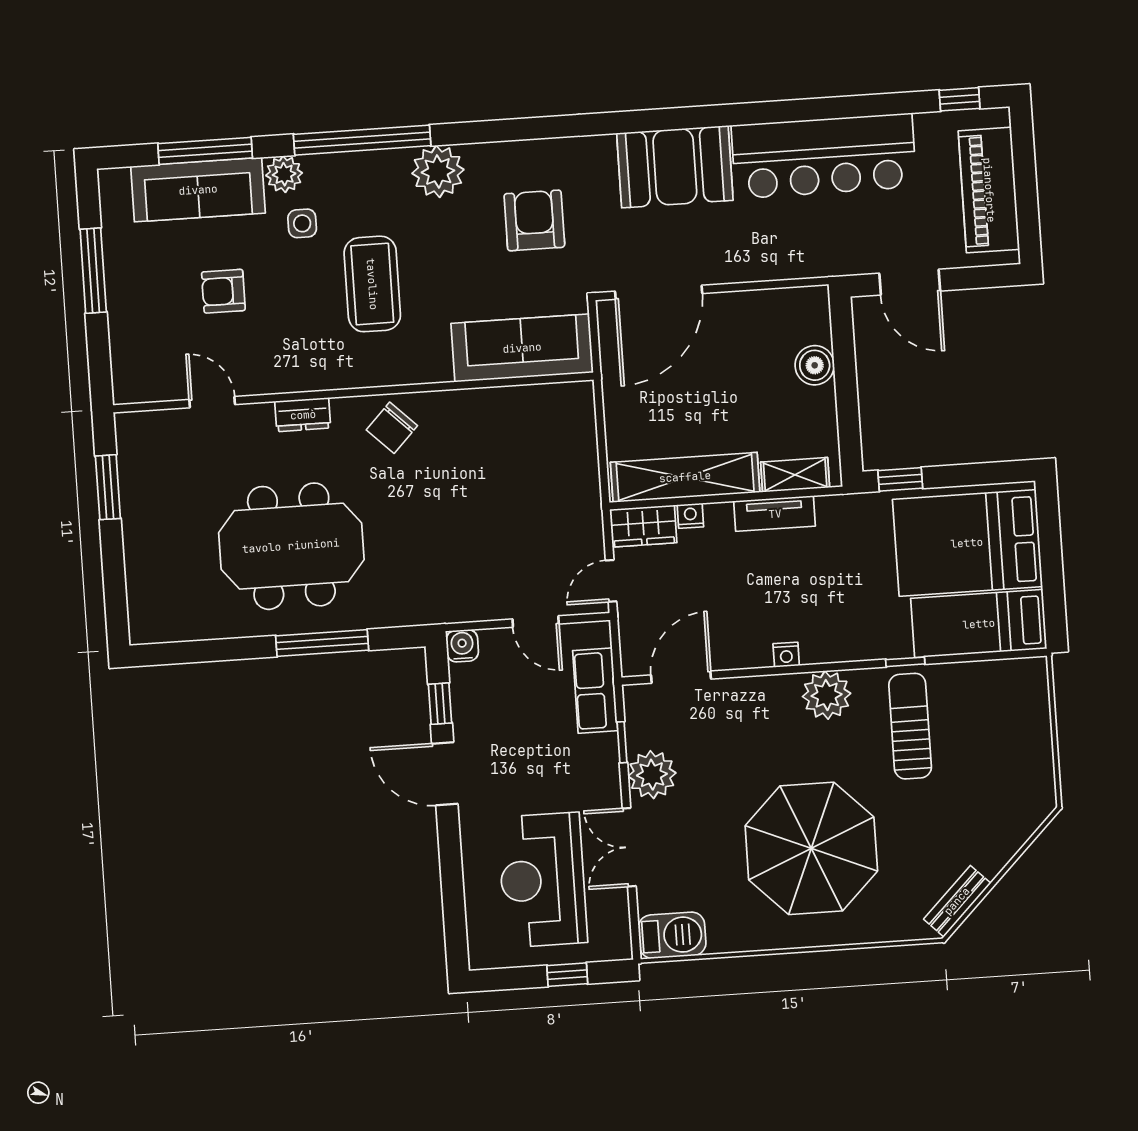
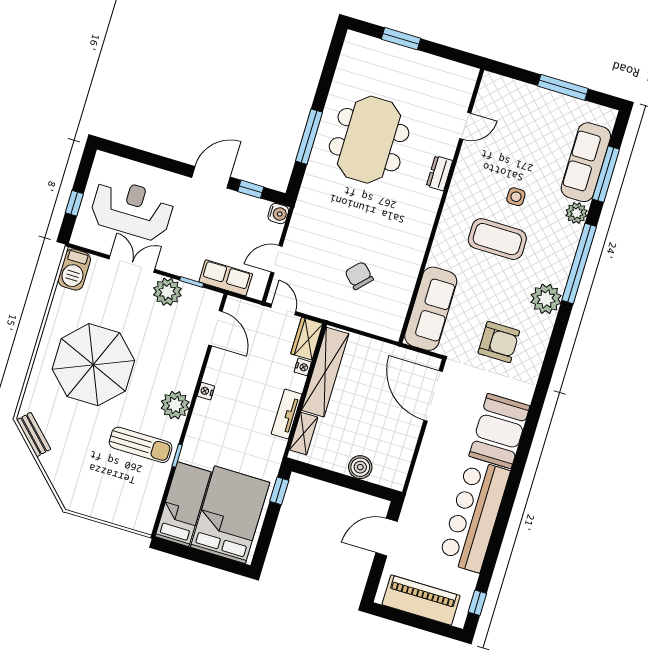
side table: (302, 223) -> (516, 197), moved
armchair: (223, 291) -> (524, 155), removed
chair: (392, 428) -> (359, 276), moved
window: (108, 487) -> (401, 39), moved

